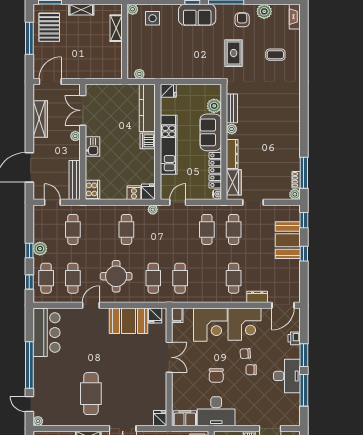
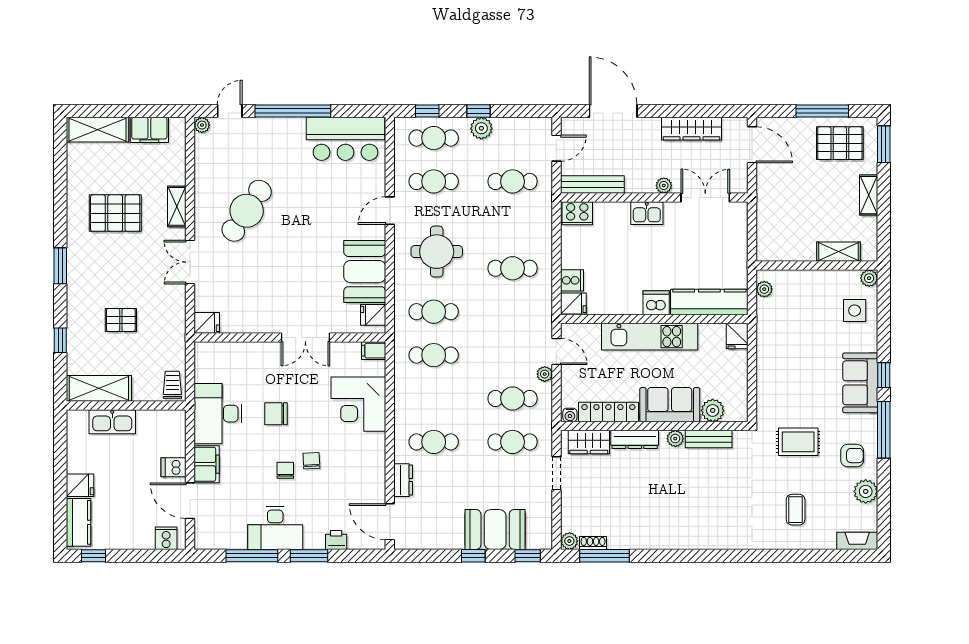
plant: (153, 210) -> (545, 374), moved
door: (91, 305) -> (390, 211), swing flipped
corner desk: (245, 324) -> (359, 460), removed
cafe table: (91, 394) -> (247, 211), turned -56
filing cabinet: (185, 418) -> (207, 464), moved

